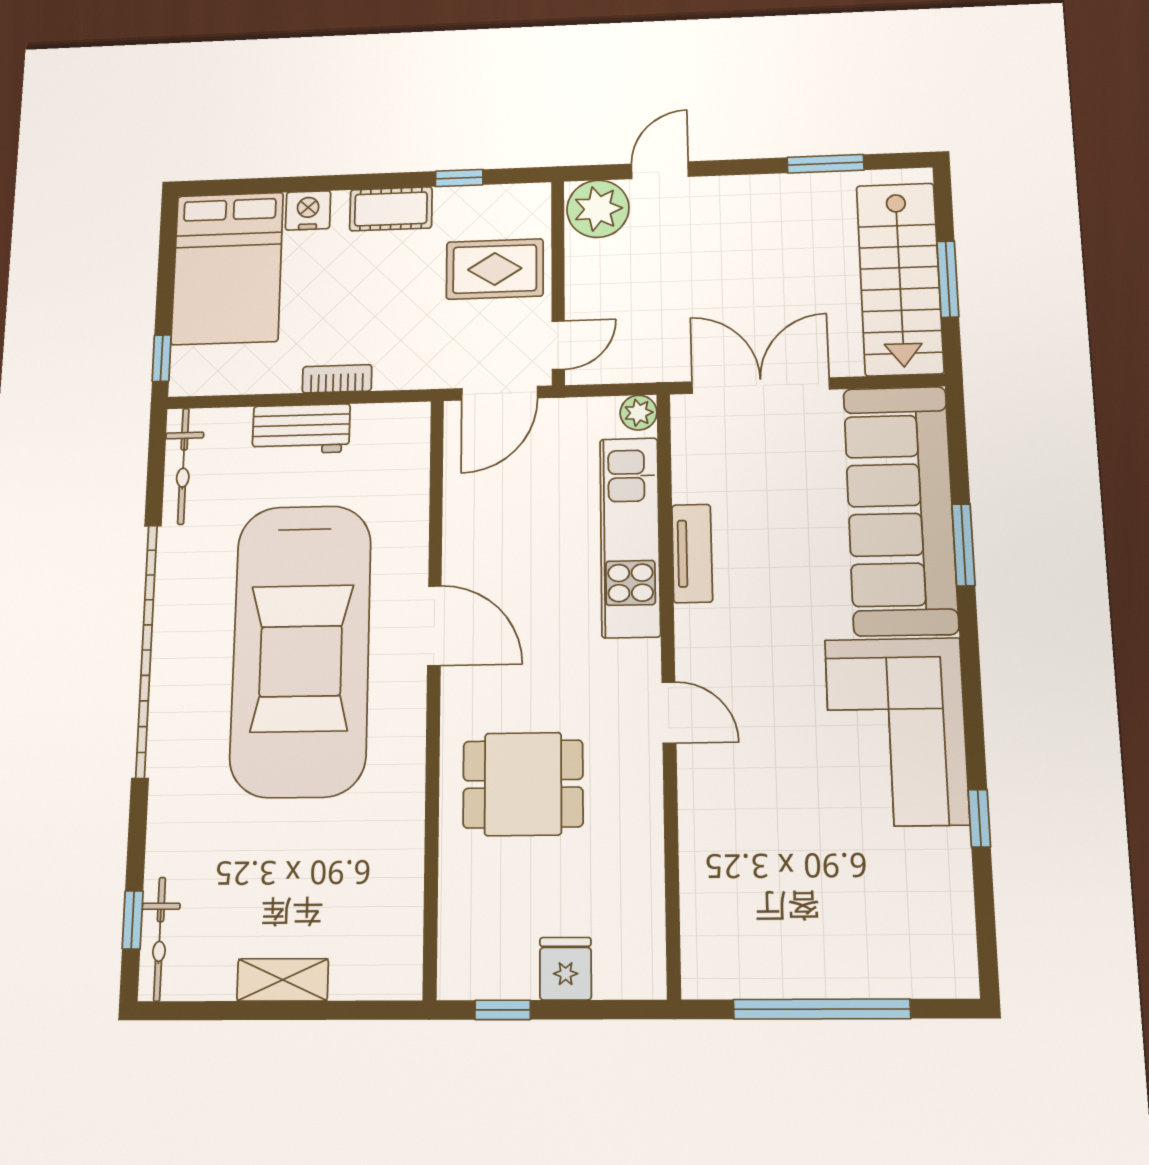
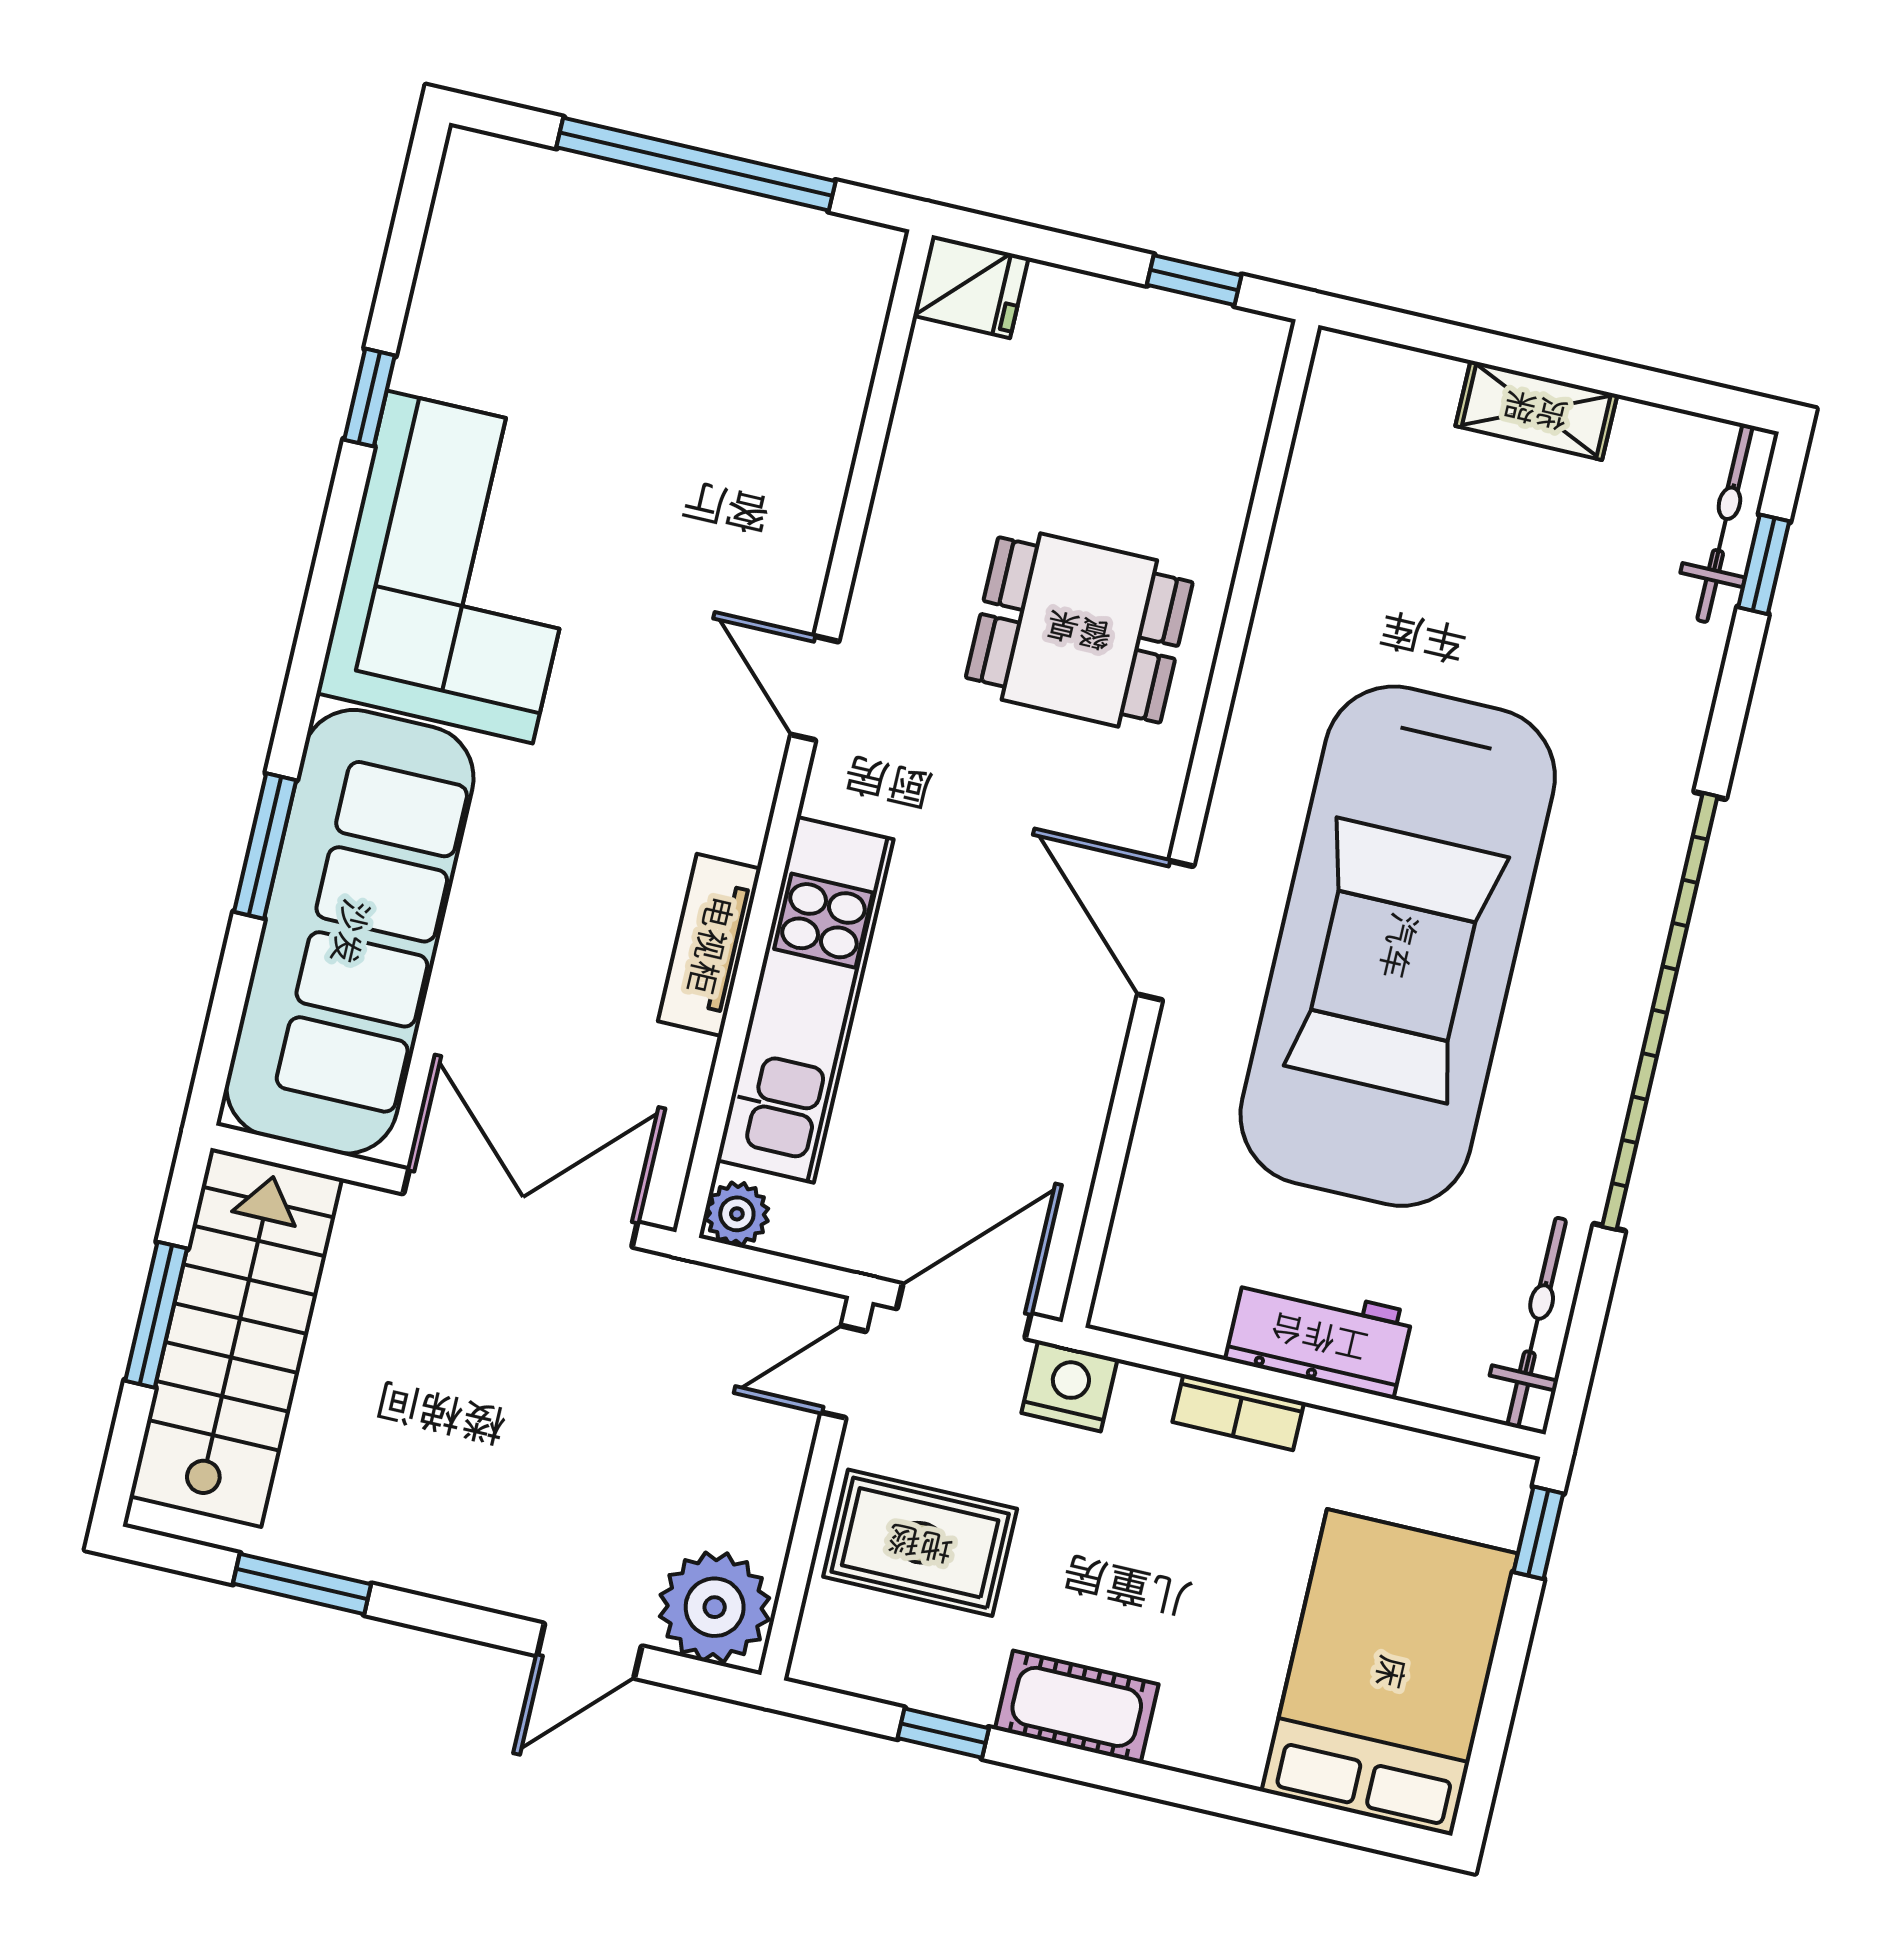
nightstand: (308, 210) -> (1070, 1386), moved, turned 180
double door: (760, 386) -> (521, 1208), swing flipped
car: (301, 650) -> (1398, 946), turned 180
fridge: (566, 969) -> (971, 287), moved, turned -90

